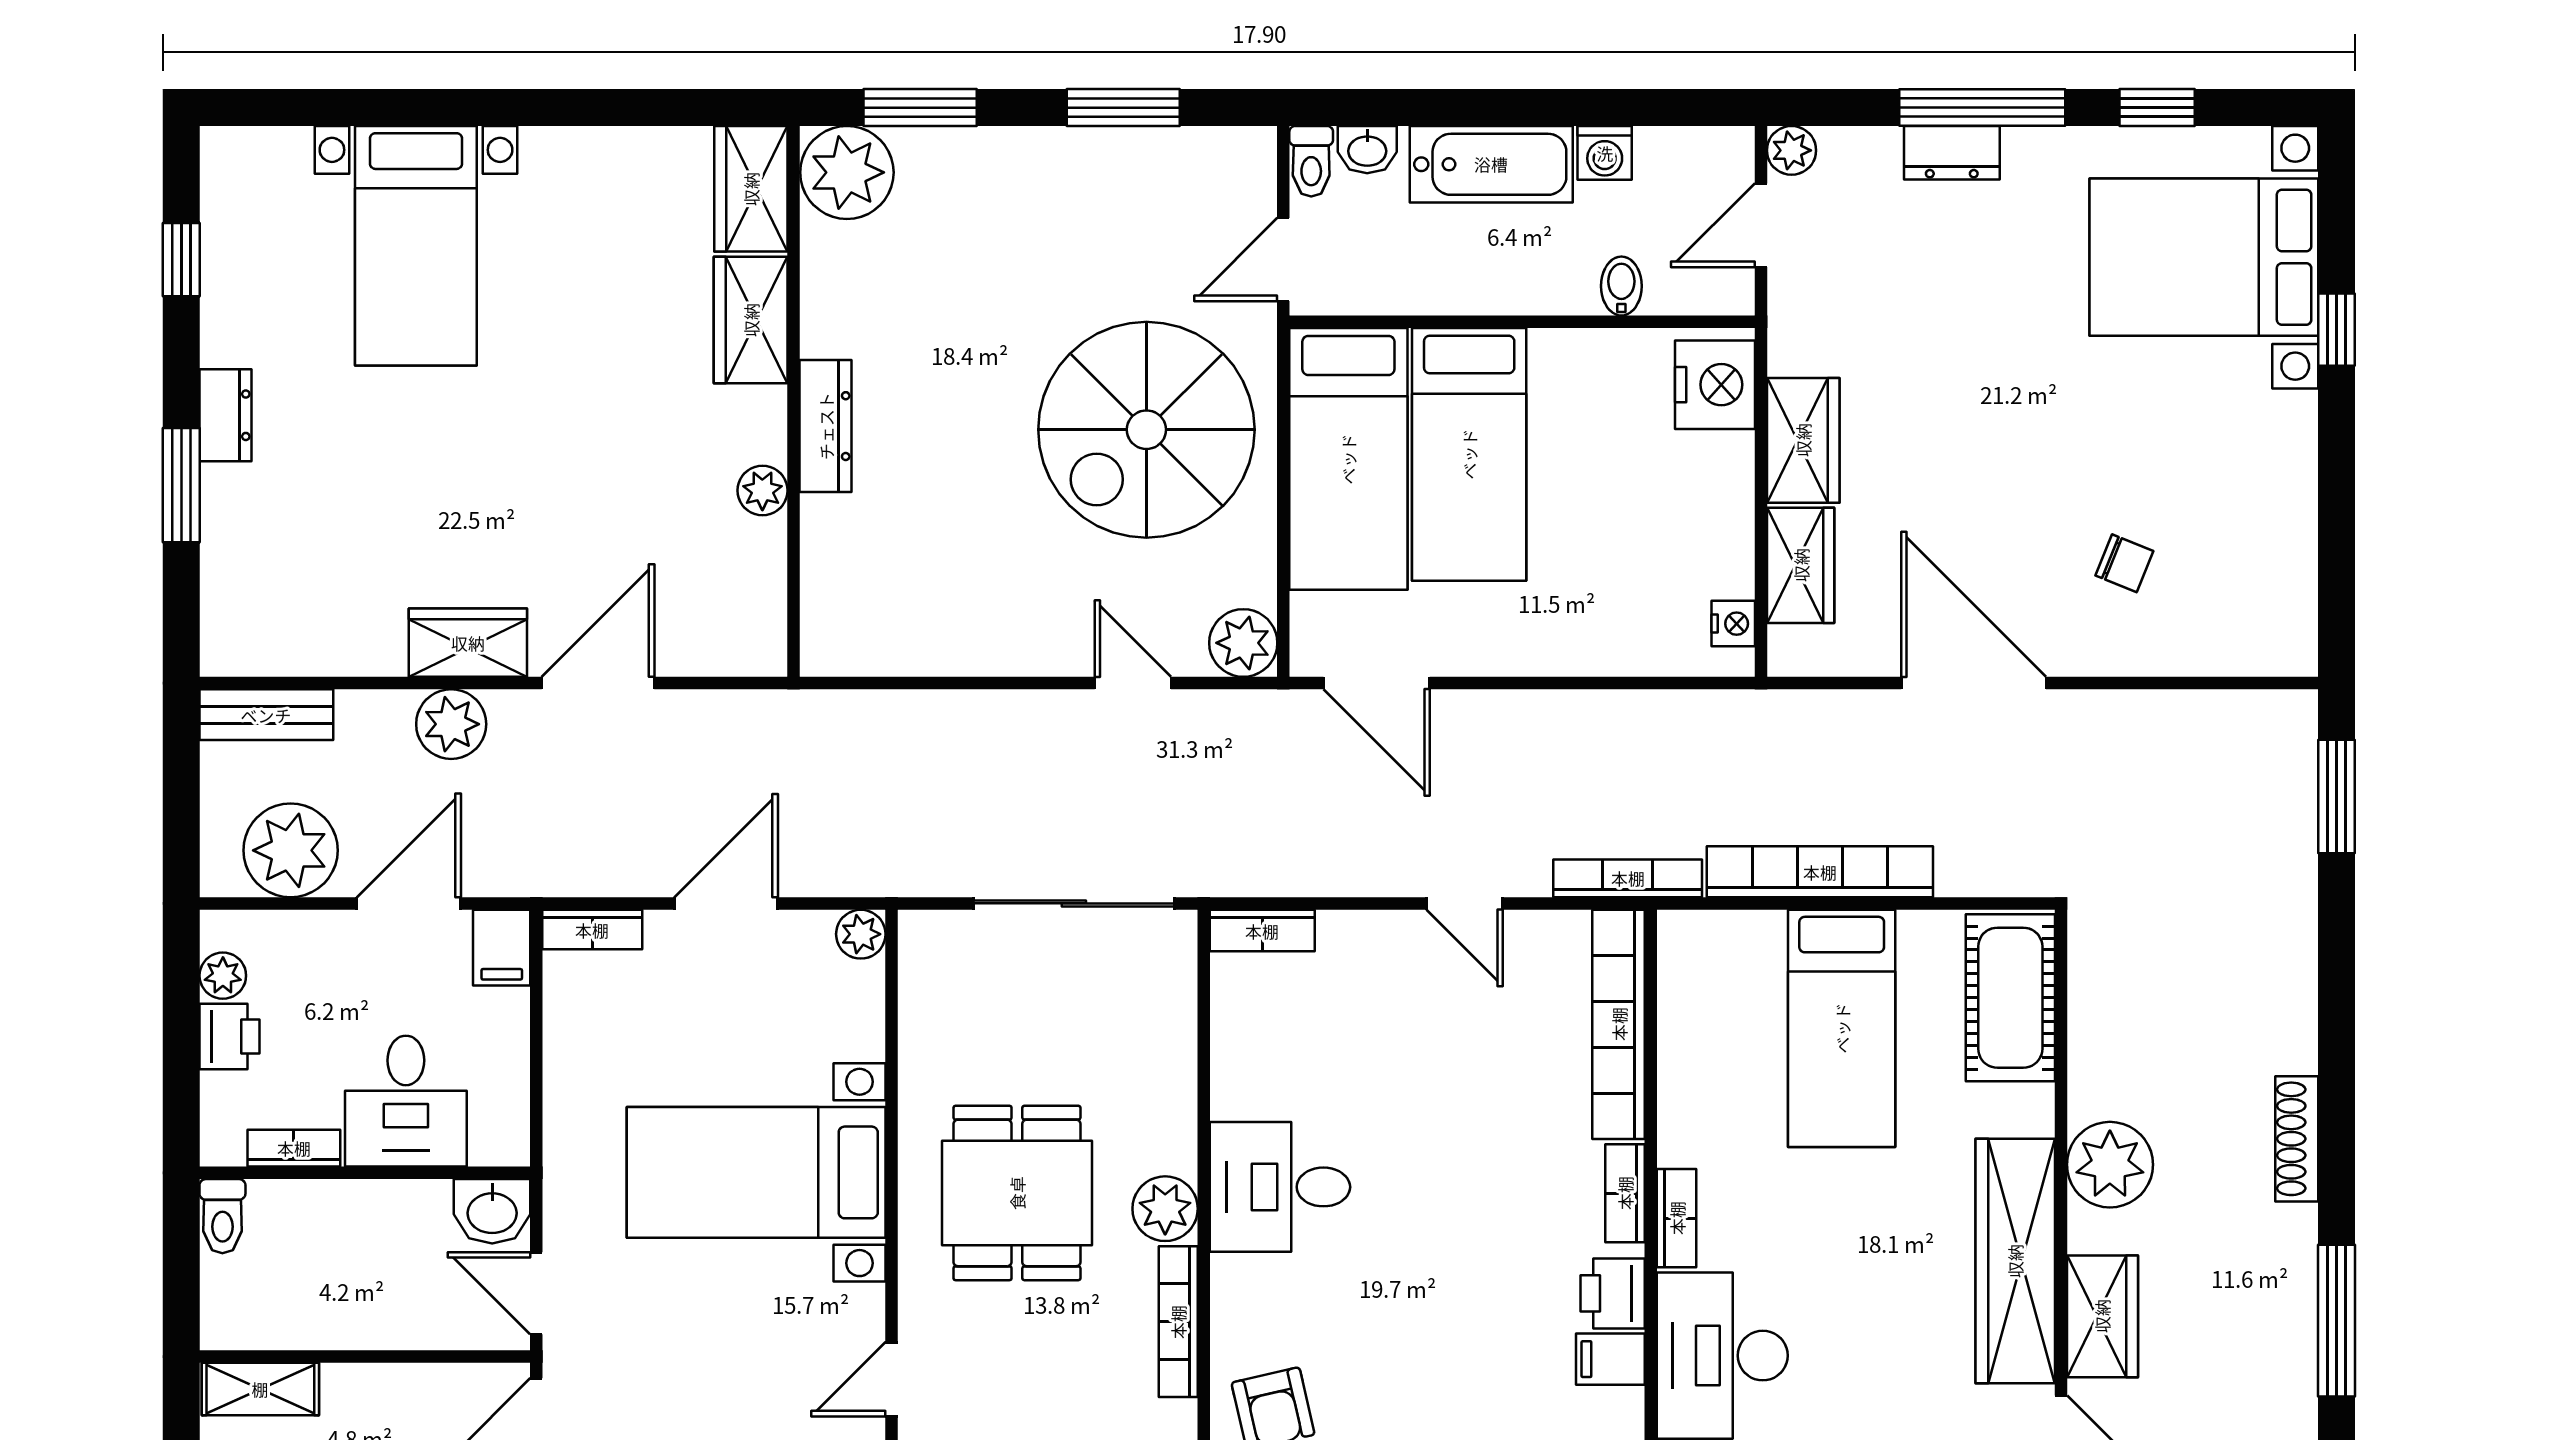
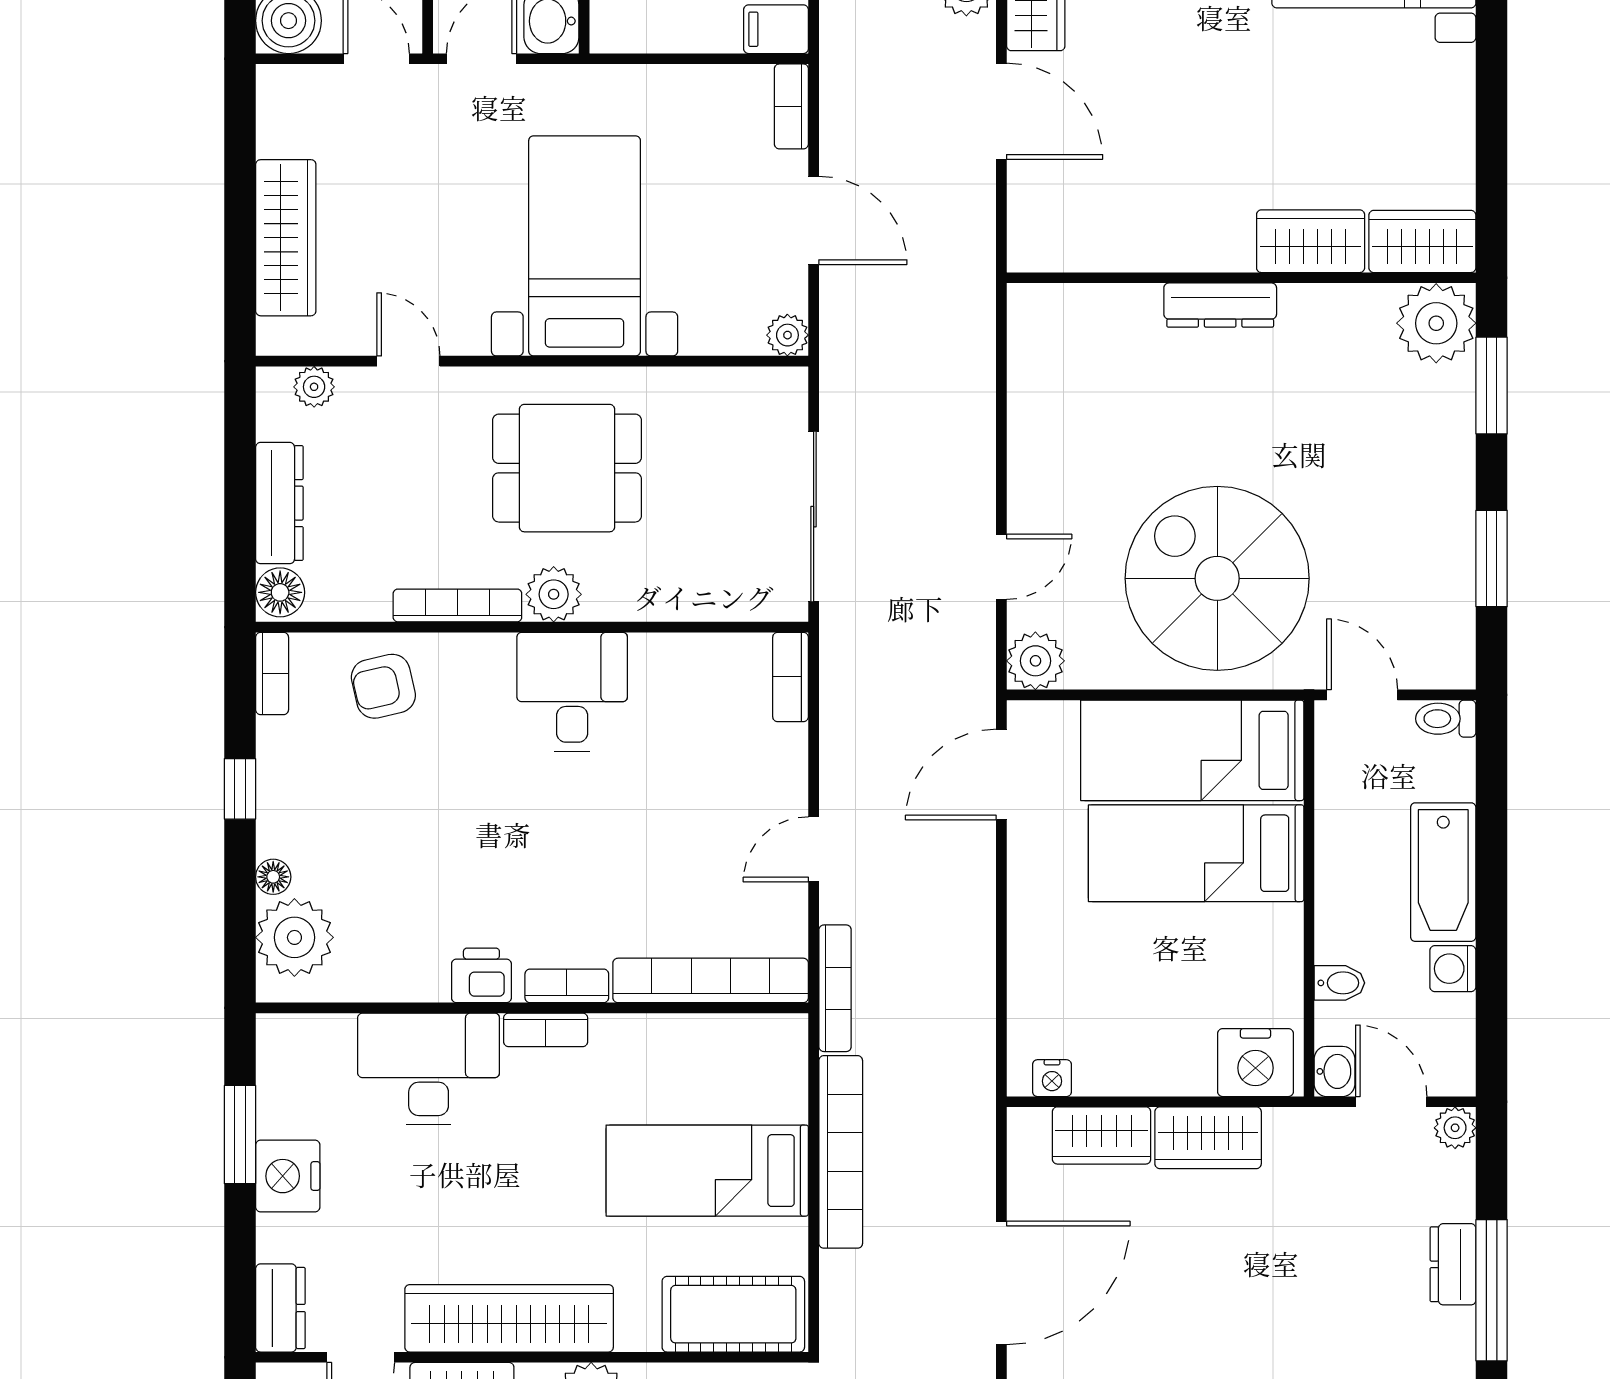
washbasin: (1367, 150) -> (1335, 1071), moved, turned 180
plant: (762, 490) -> (1165, 251), removed
filing cabinet: (1610, 1359) -> (425, 974), removed

